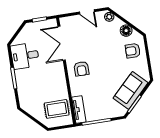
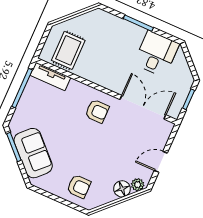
floor lamp: (126, 31) -> (122, 189), moved
armchair: (133, 51) -> (79, 187), turned 90
armchair: (81, 69) -> (97, 111), turned 180

